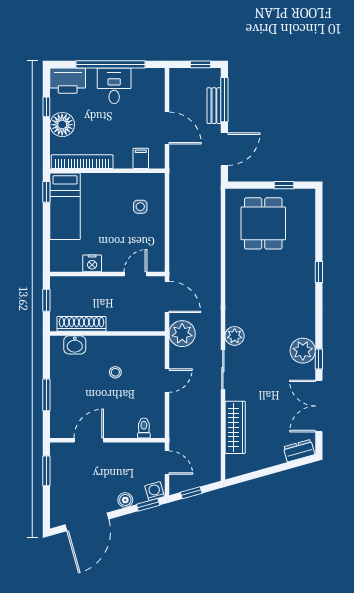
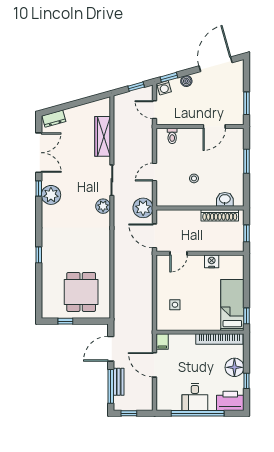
filing cabinet: (141, 158) -> (162, 342), moved

